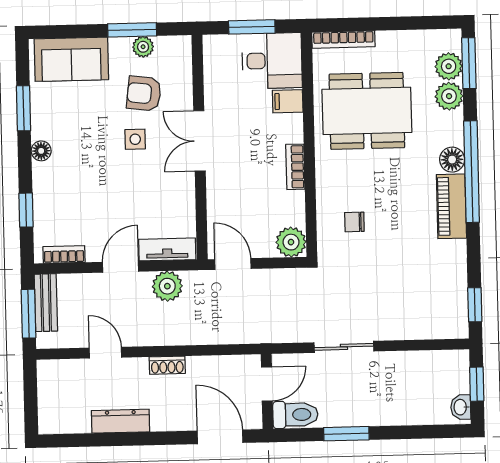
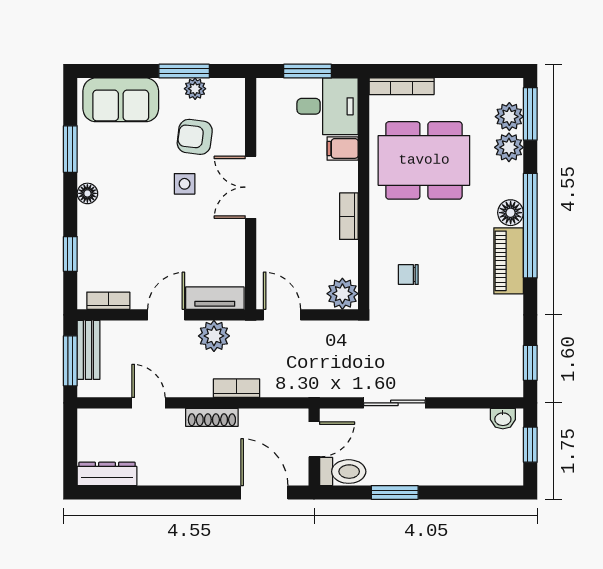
bookcase: (190, 336) -> (236, 388), added
shoe rack: (167, 365) -> (212, 417), width x1.43
washbasin: (461, 407) -> (503, 419), moved, turned -90
dresser: (121, 421) -> (107, 474), moved

